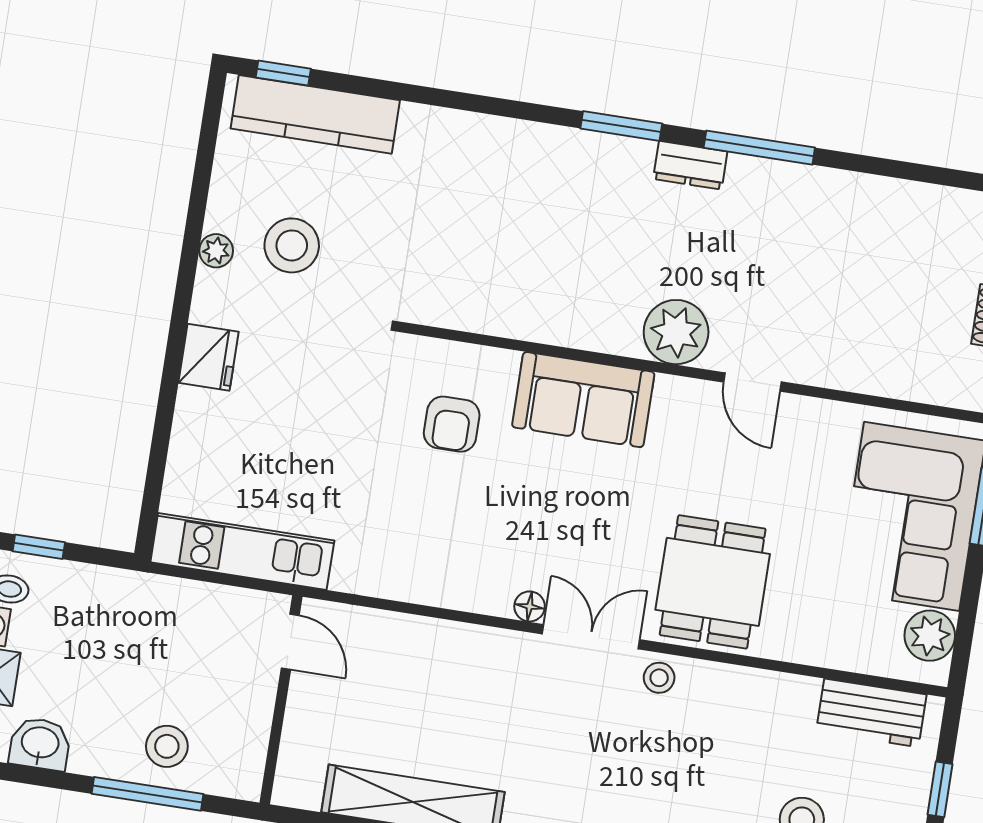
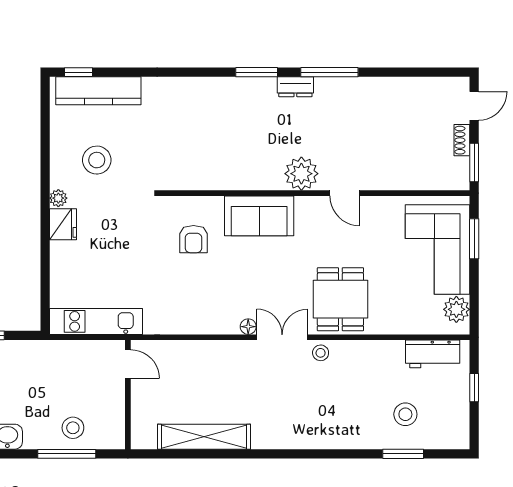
plant: (216, 251) -> (58, 198), moved

